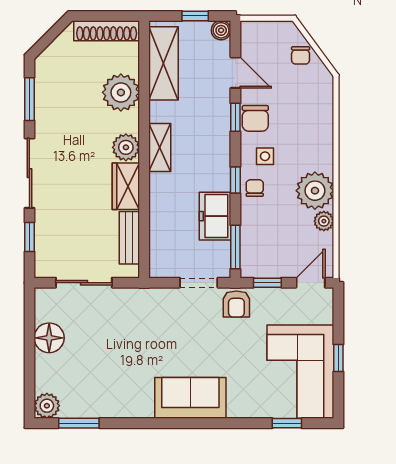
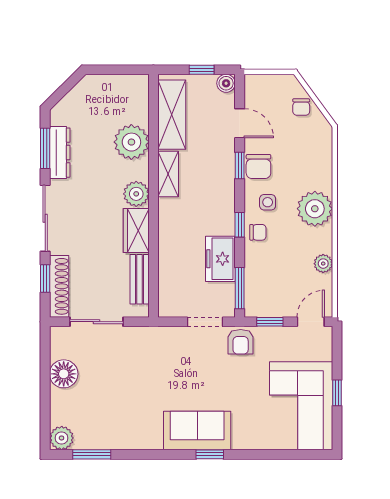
shoe rack: (107, 31) -> (59, 286), moved, turned -90
dresser: (45, 104) -> (60, 153), added
shelving: (160, 148) -> (168, 174), moved
chair: (255, 188) -> (258, 232), turned 90
plant: (315, 191) -> (315, 209), moved
window: (287, 423) -> (210, 454), moved

